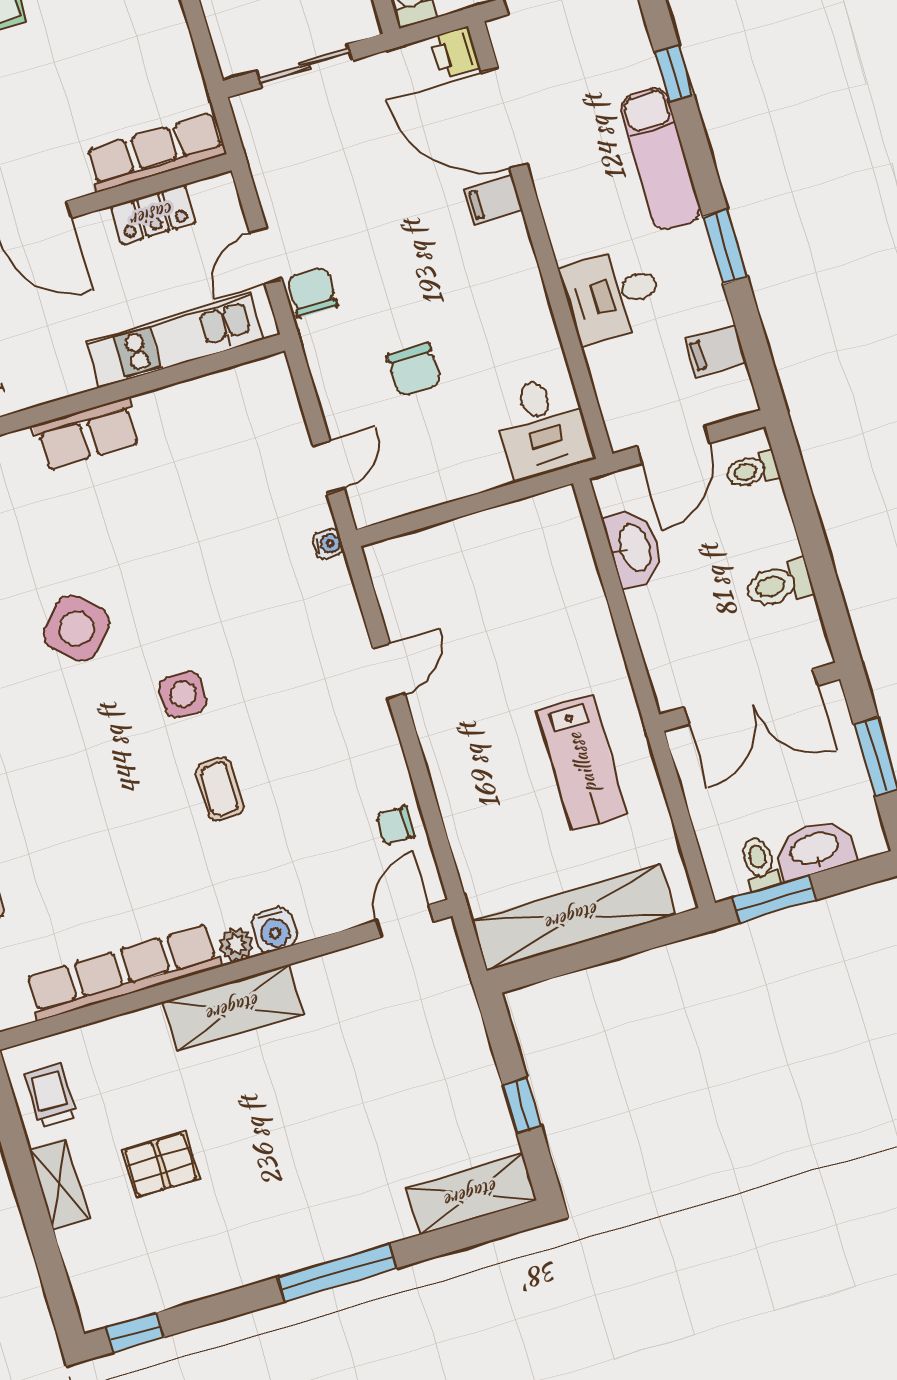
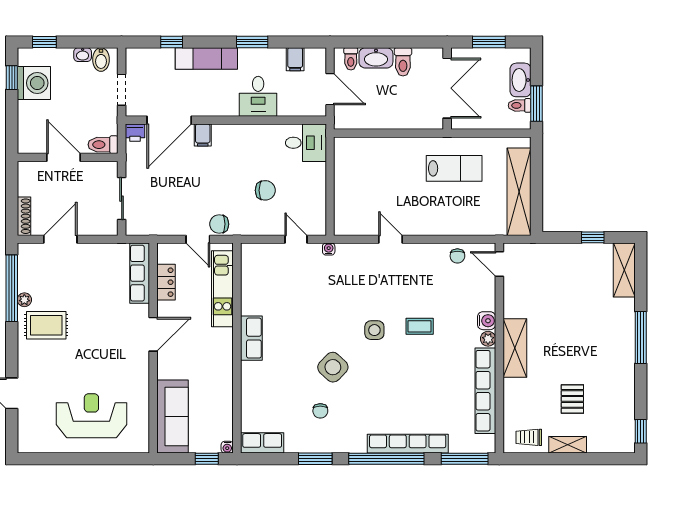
washbasin: (634, 548) -> (376, 58), moved, turned 180

